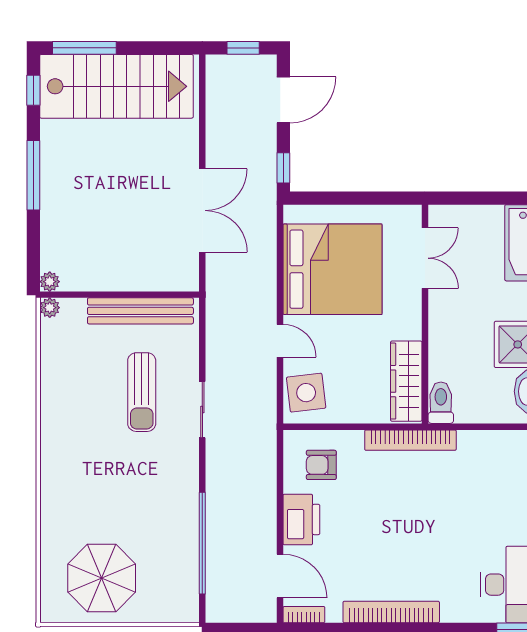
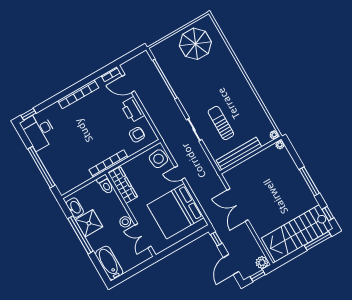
plant: (220, 69) -> (262, 263), added
stool: (444, 306) -> (125, 222), added

